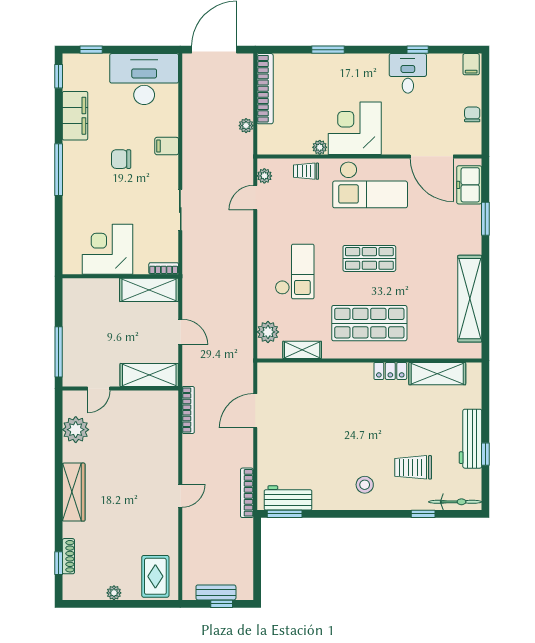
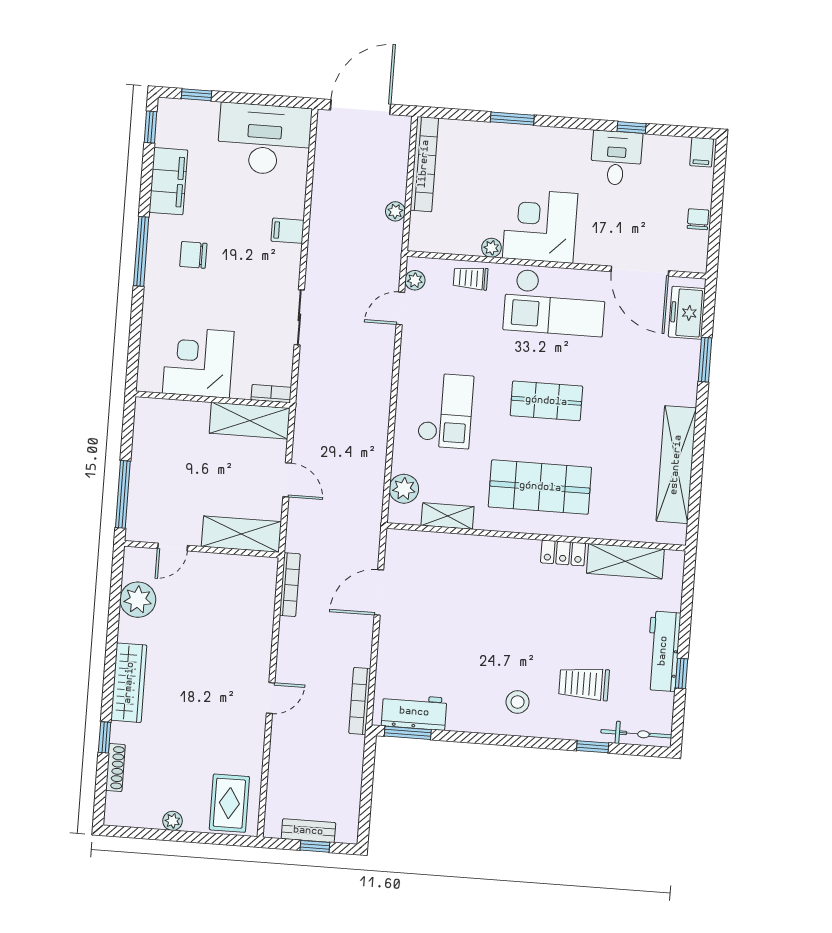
chair: (121, 159) -> (193, 255), moved
window: (59, 563) -> (105, 737), moved

